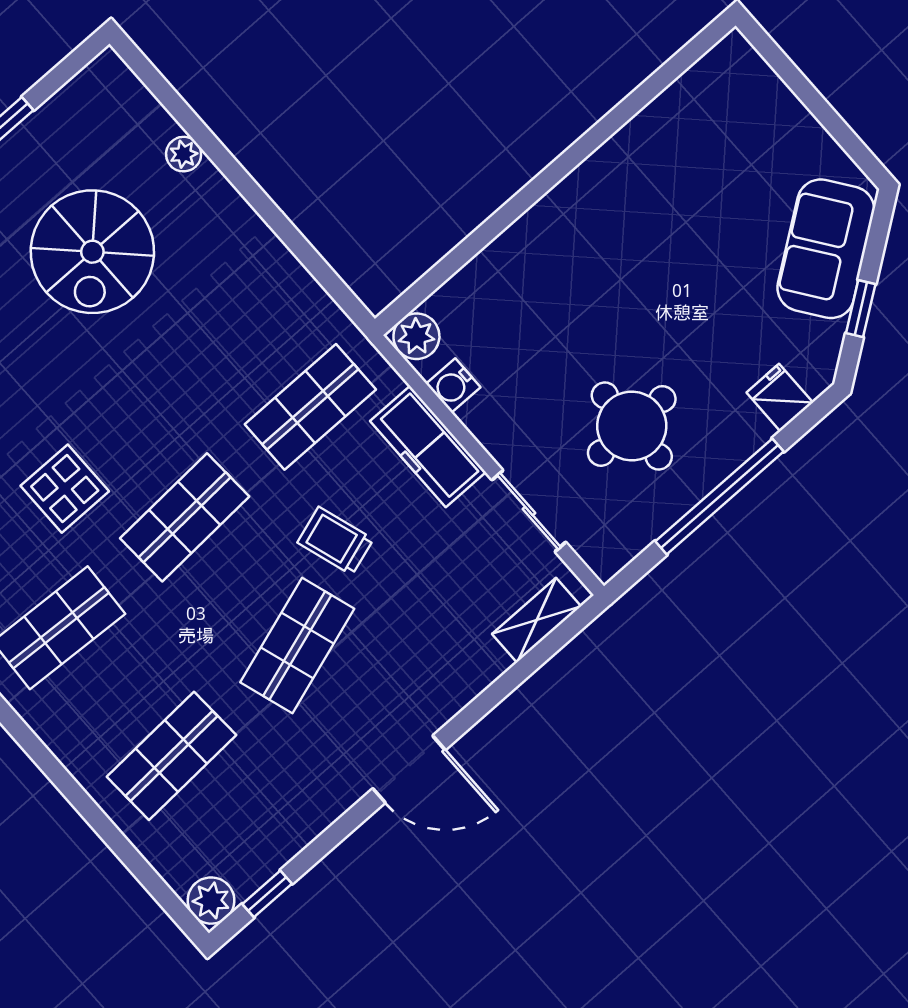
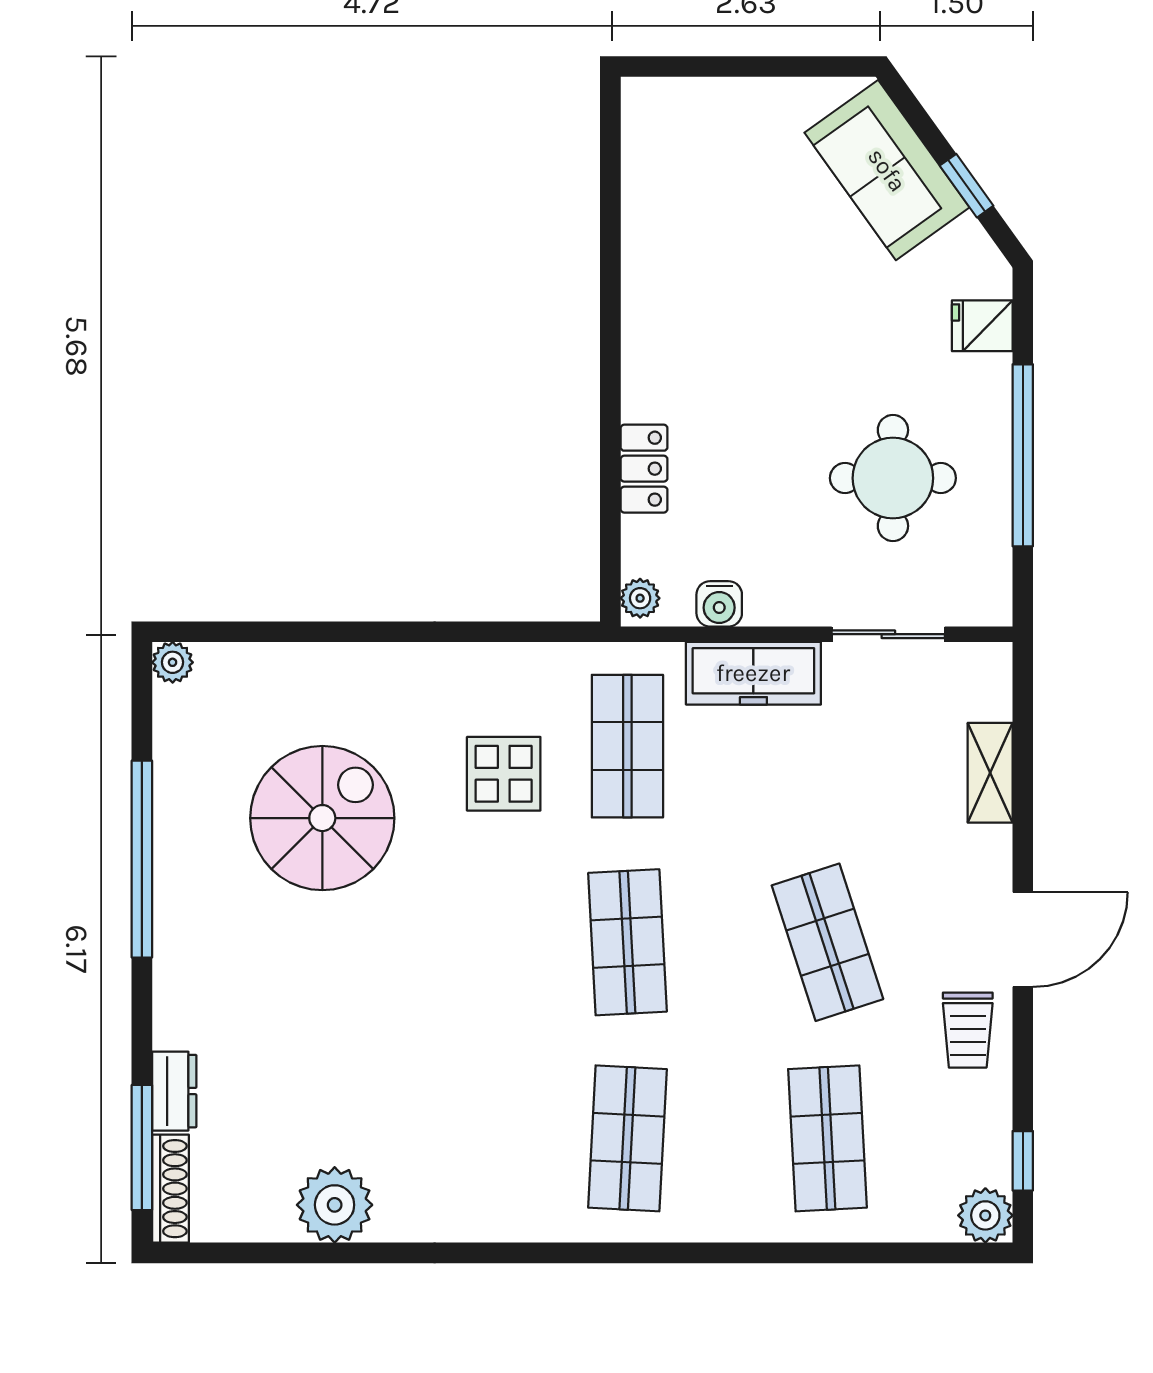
plant: (184, 154) -> (173, 662), moved
spiral stairs: (92, 252) -> (322, 818), turned -90
locker: (498, 261) -> (644, 469), added
plant: (416, 336) -> (640, 598), width x0.73, depth x0.73
display table: (65, 489) -> (504, 774), moved
trolley: (335, 541) -> (968, 1030), moved, turned -72
shelving: (537, 620) -> (990, 773), moved

